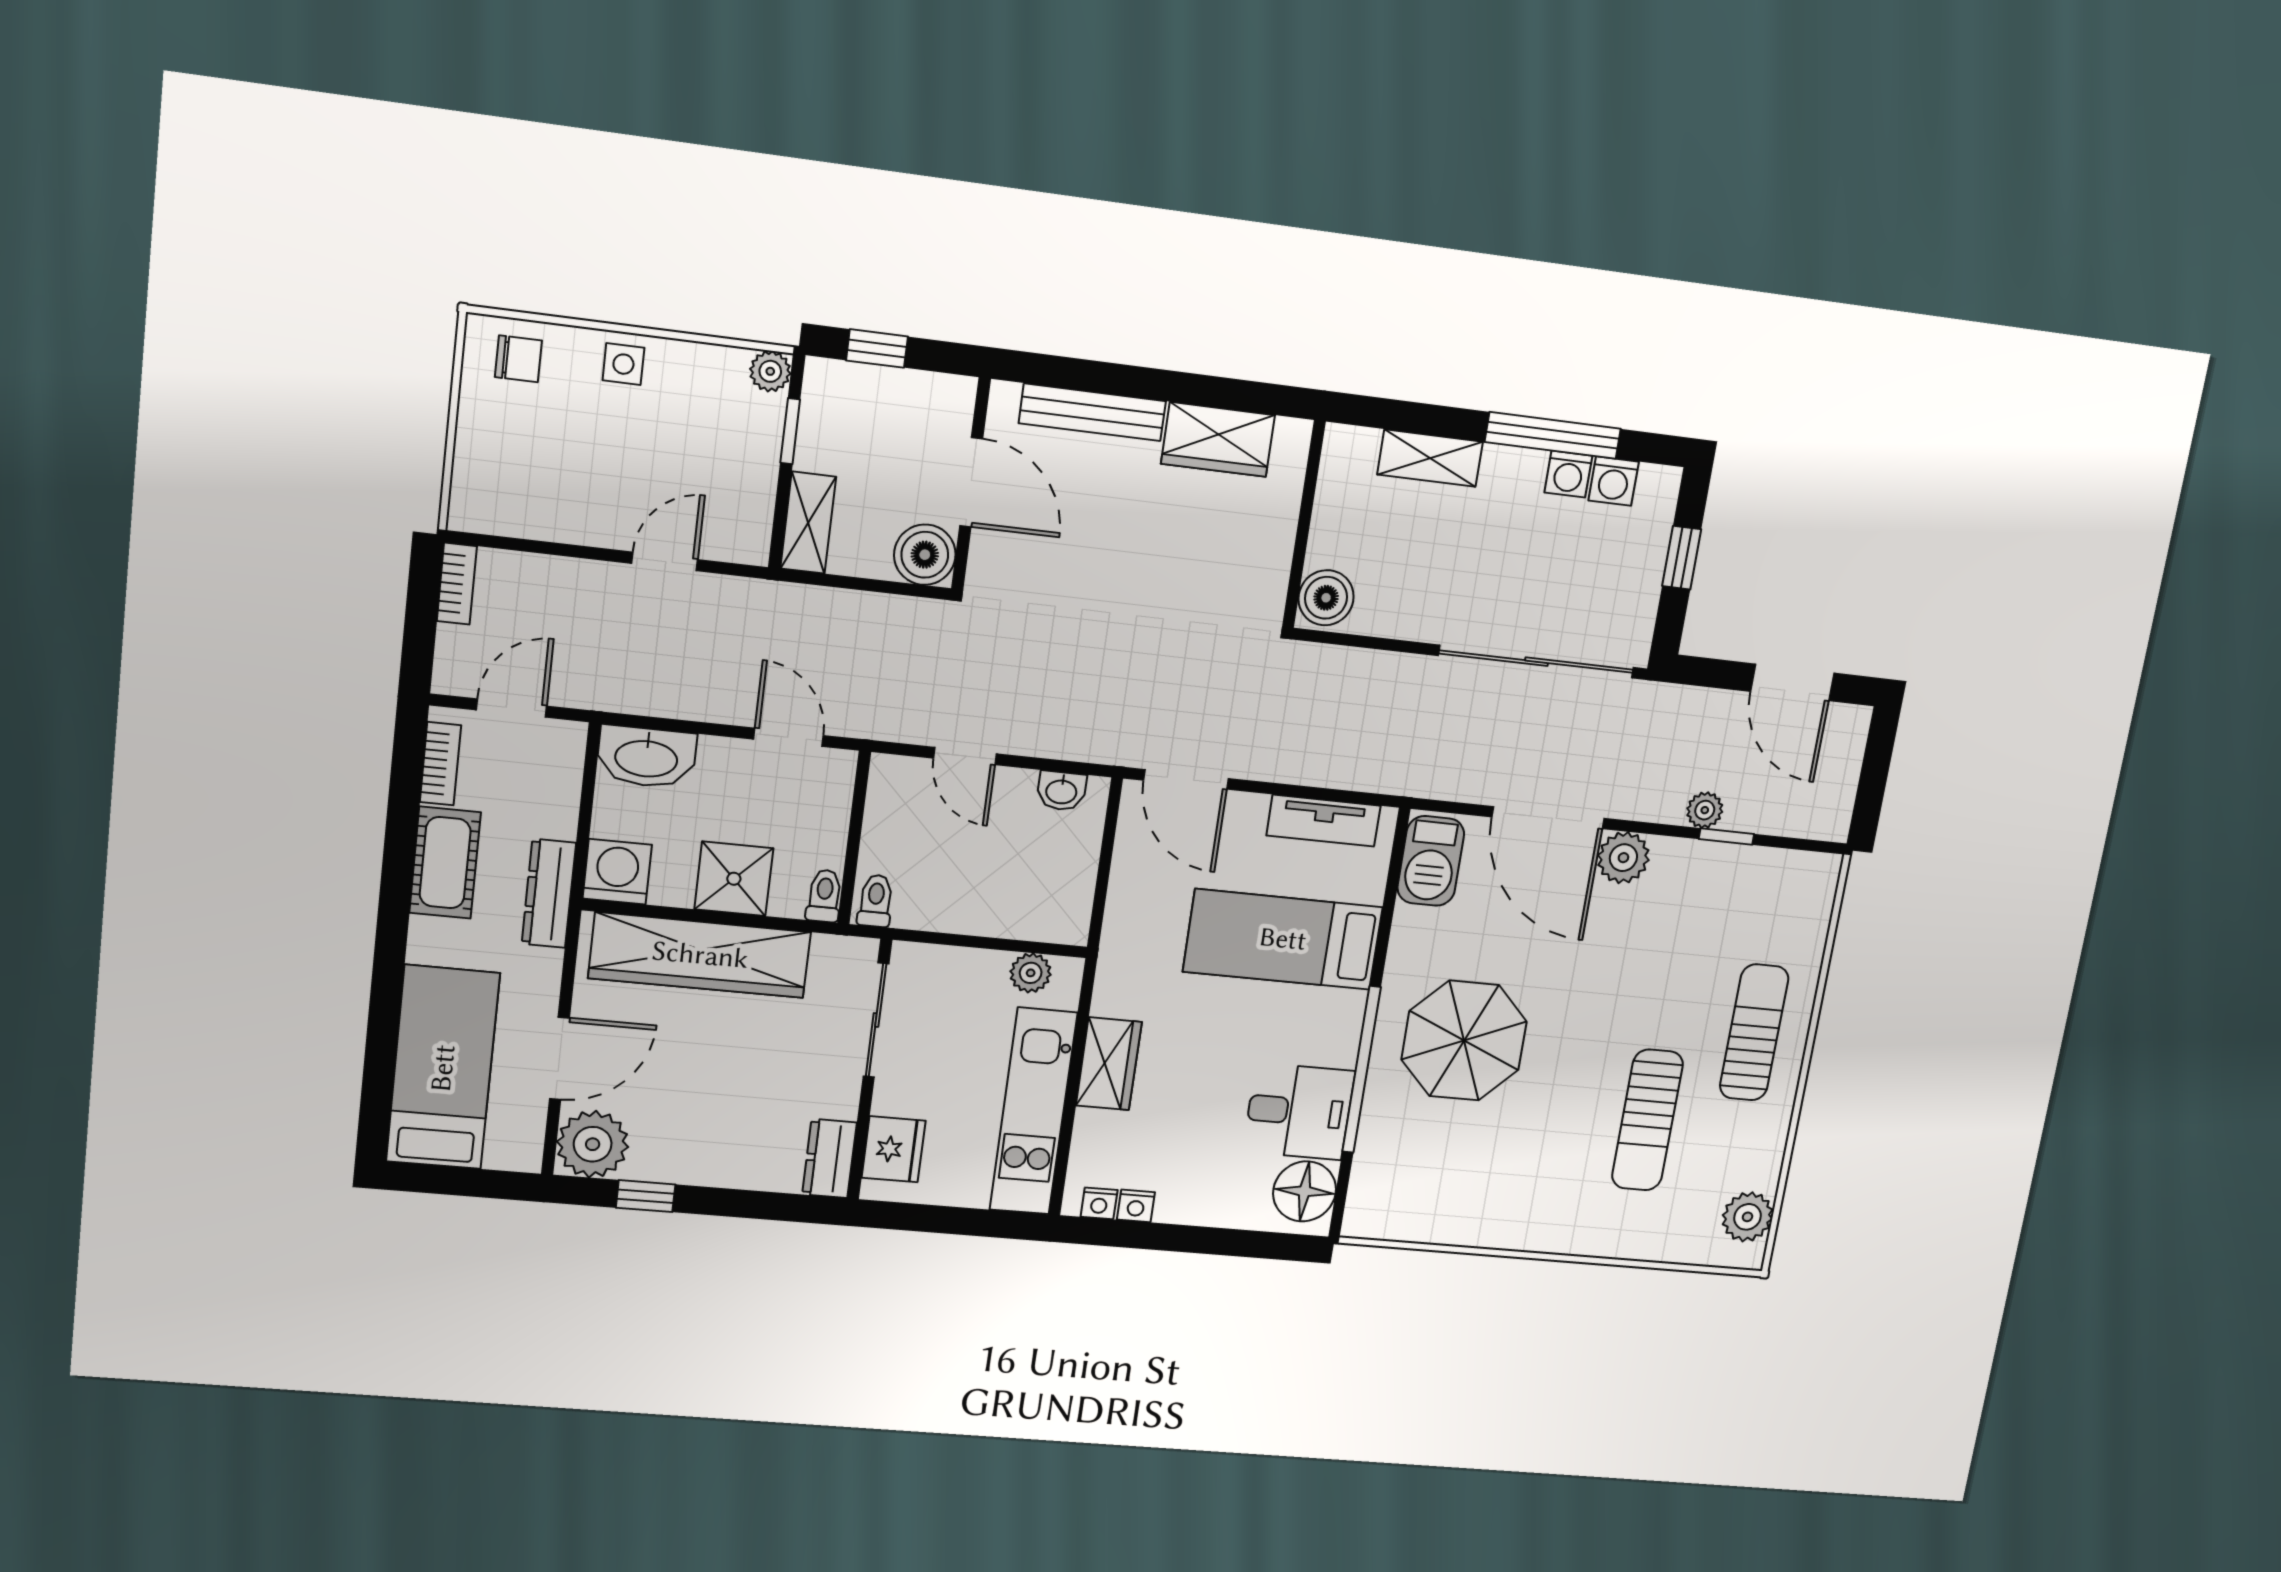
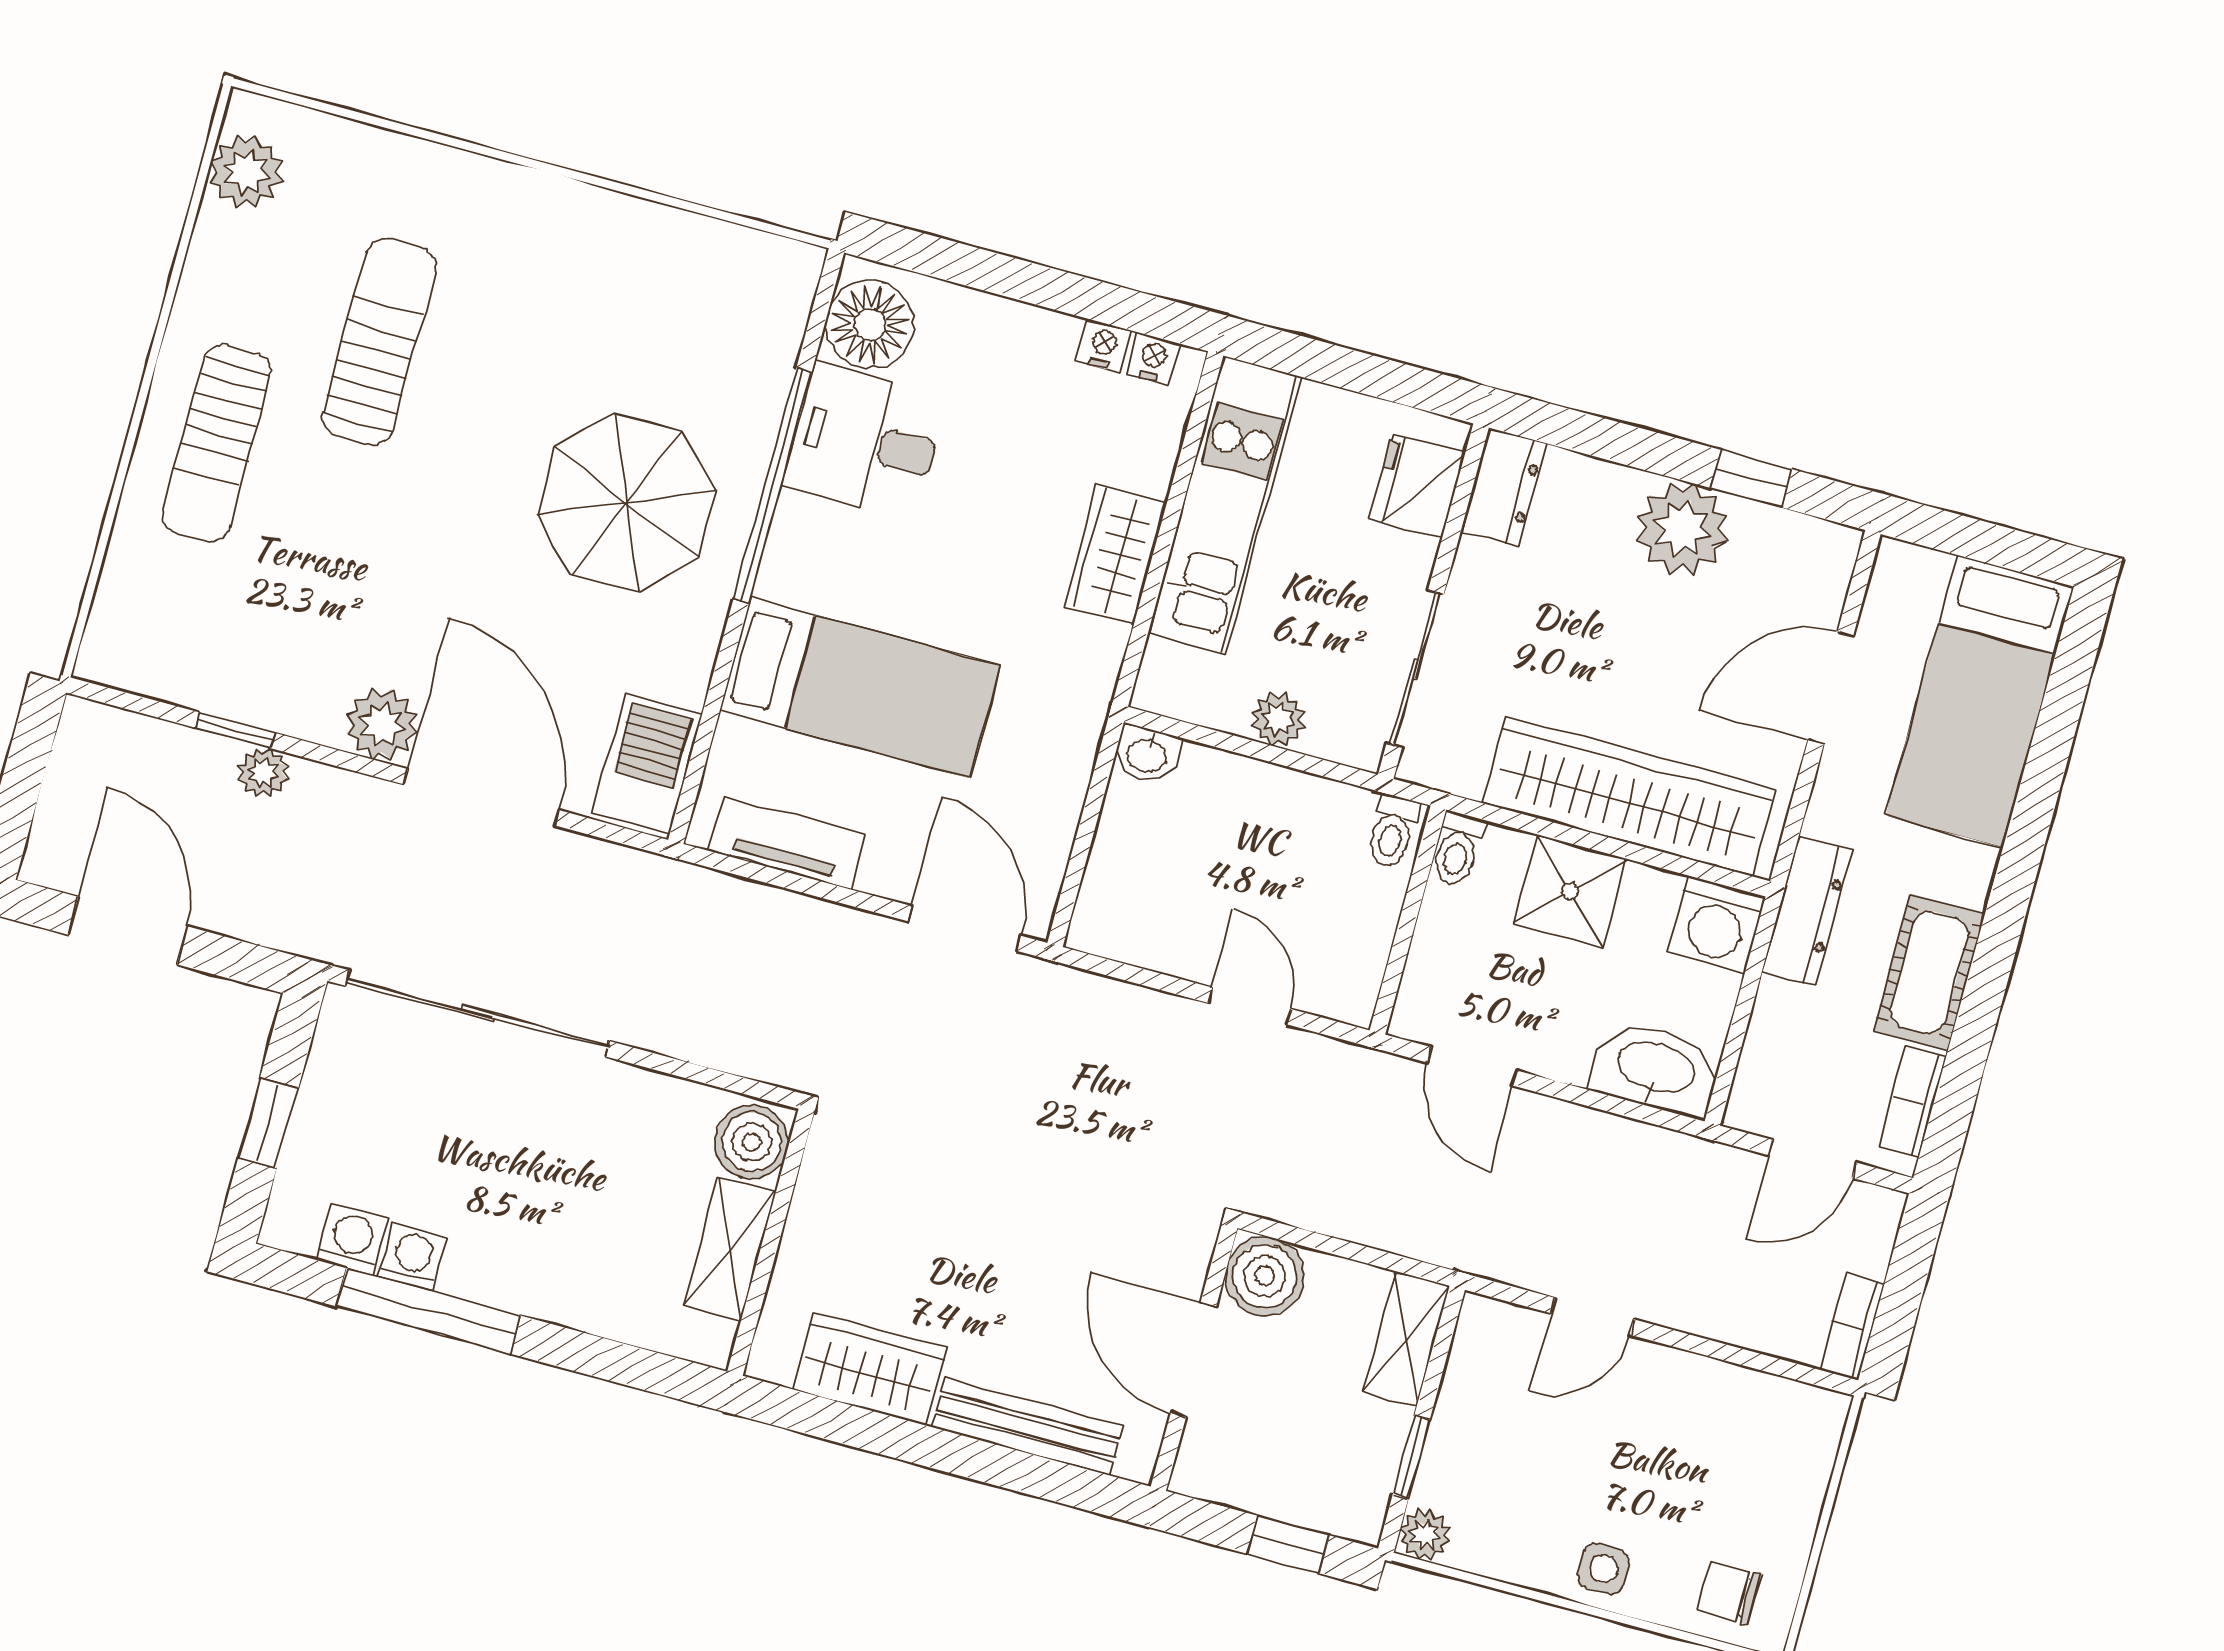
shelving: (1430, 458) -> (730, 1249), moved, turned 90
washbasin: (1061, 791) -> (1147, 754), moved, turned 180
plant: (1031, 973) -> (1278, 719), moved
plant: (593, 1144) -> (1682, 529), moved

